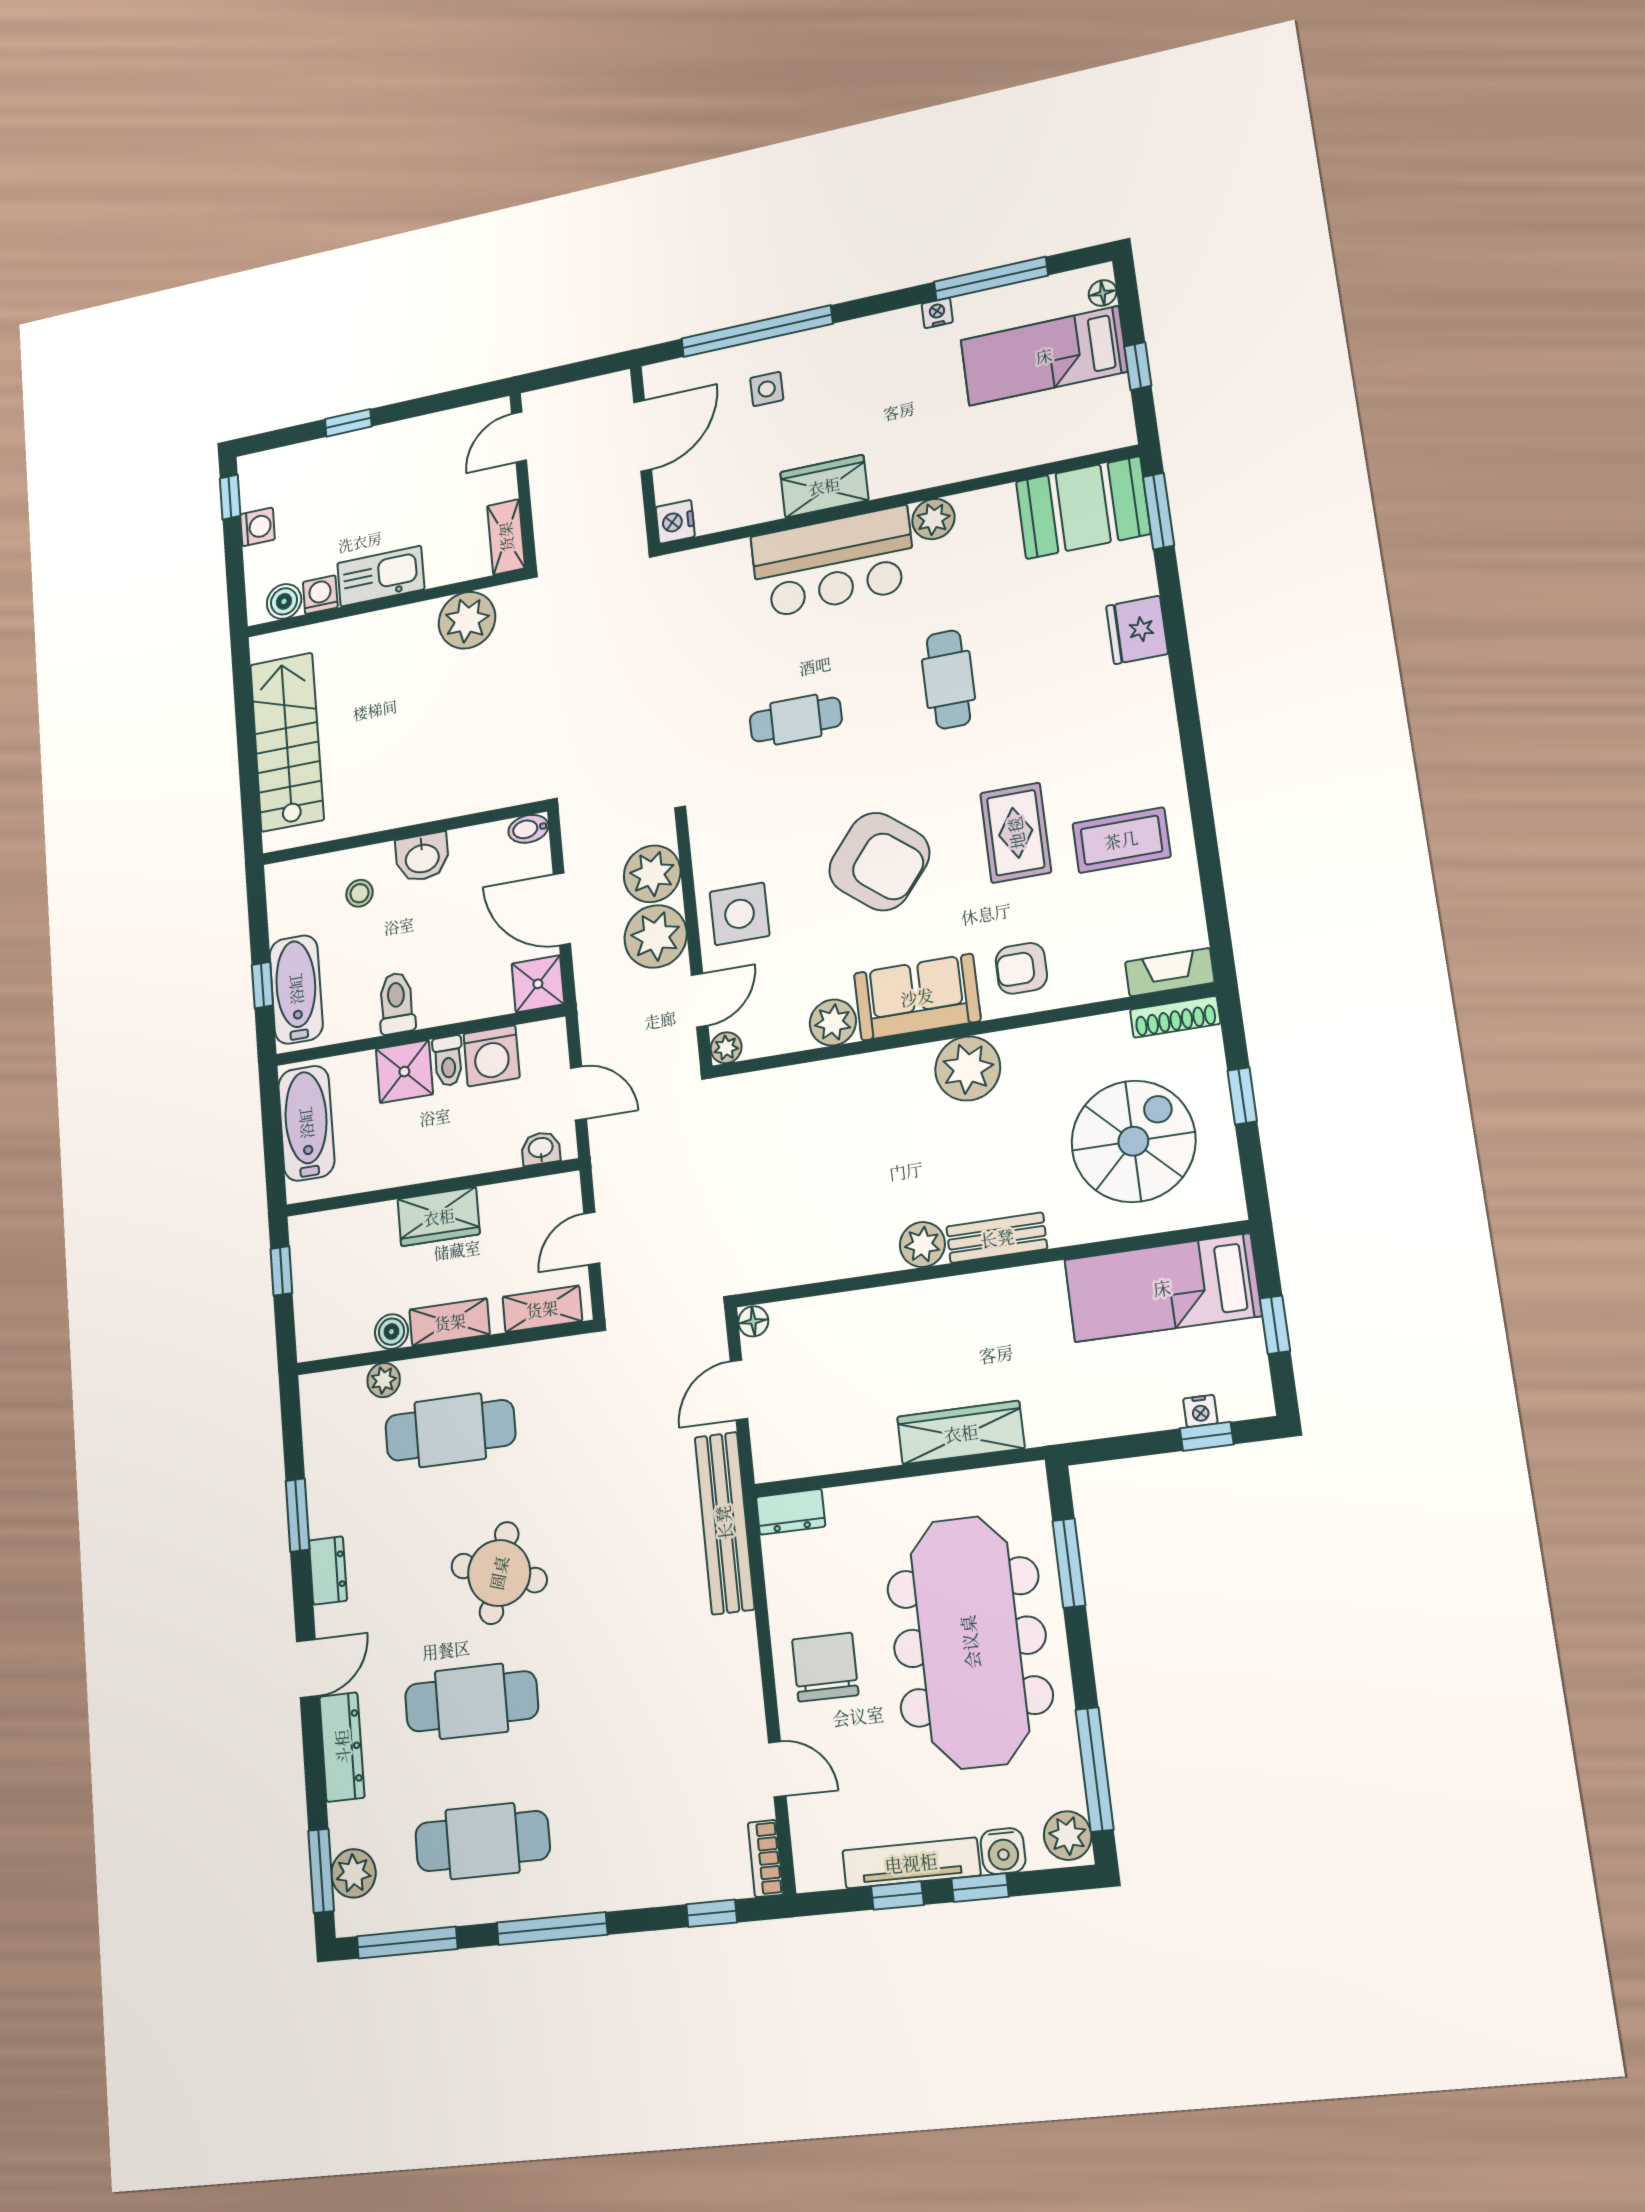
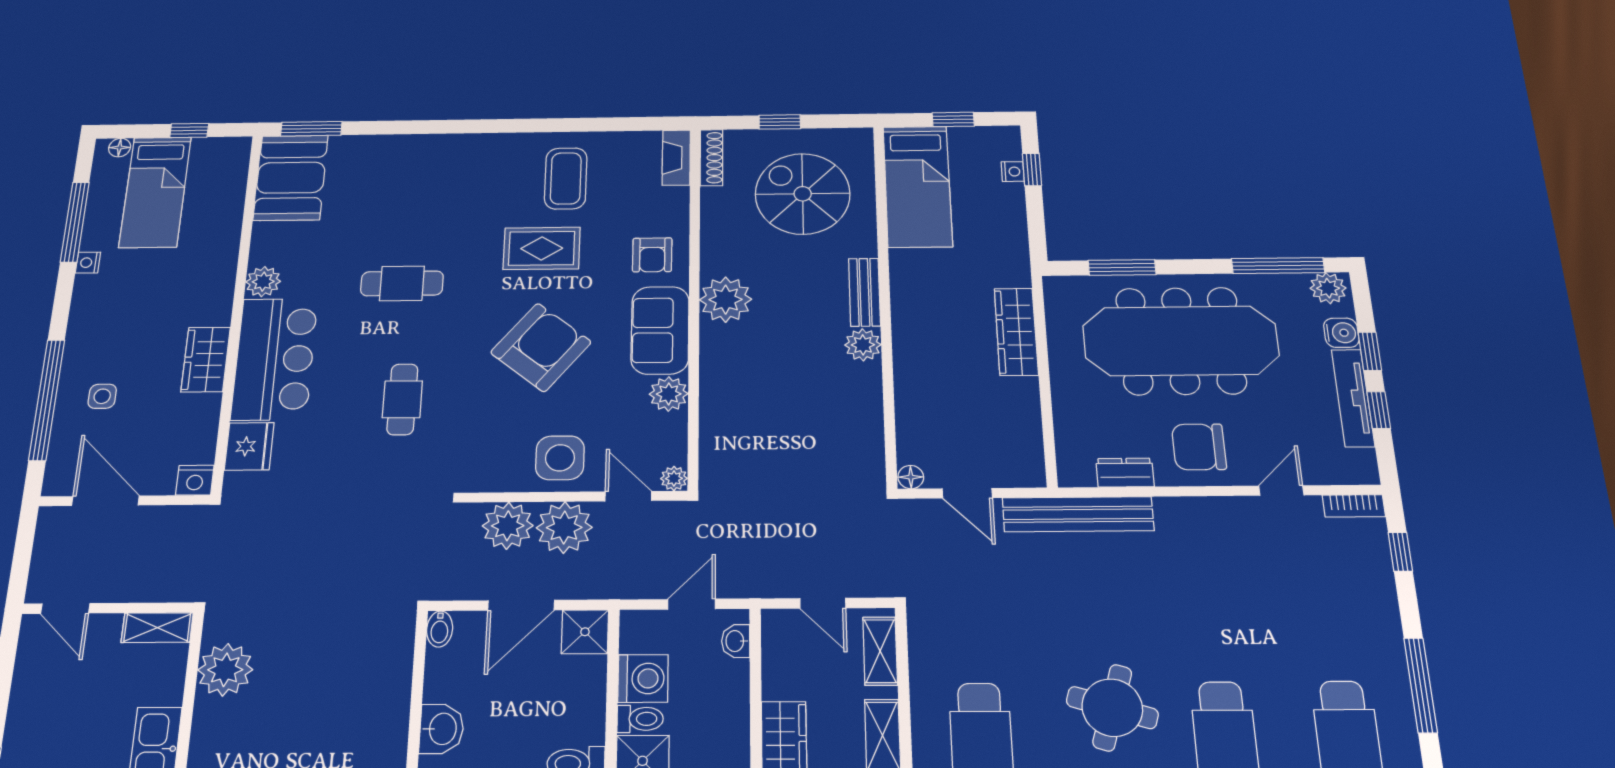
fridge: (1137, 630) -> (249, 446), moved, turned -90
dresser: (791, 1512) -> (1125, 473), moved, turned -90

